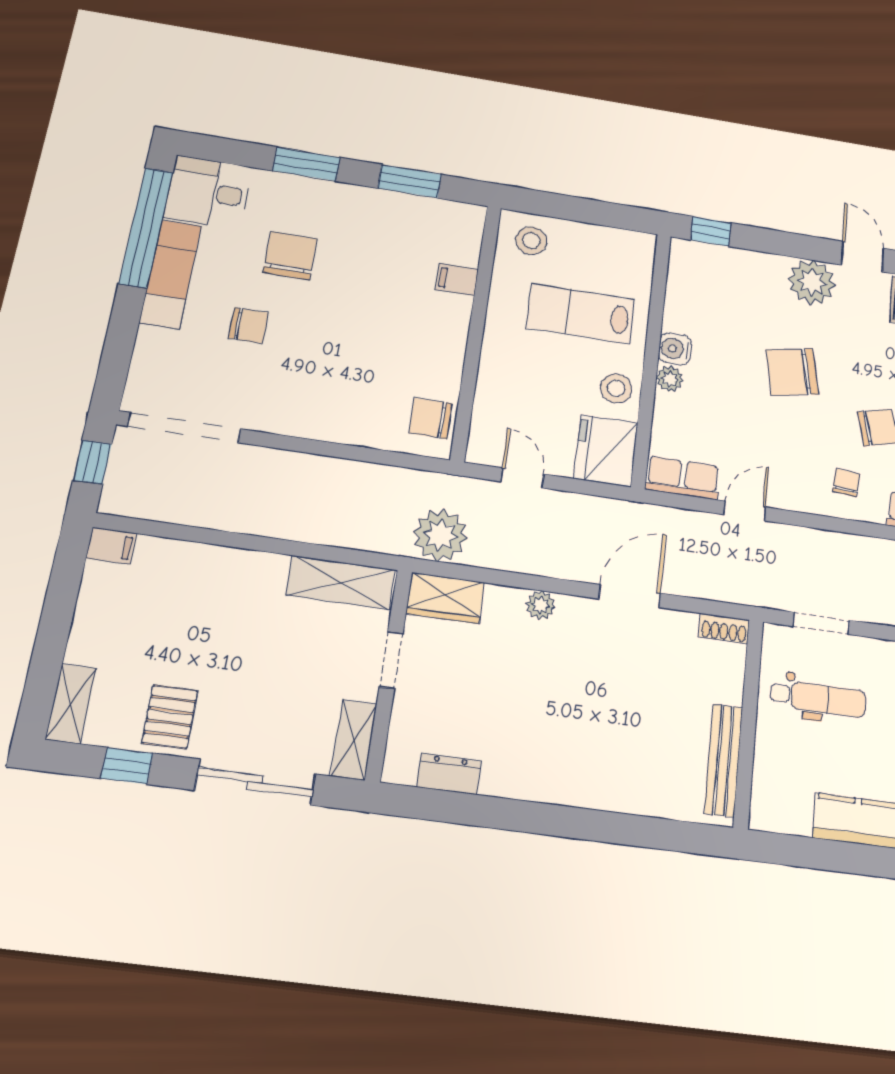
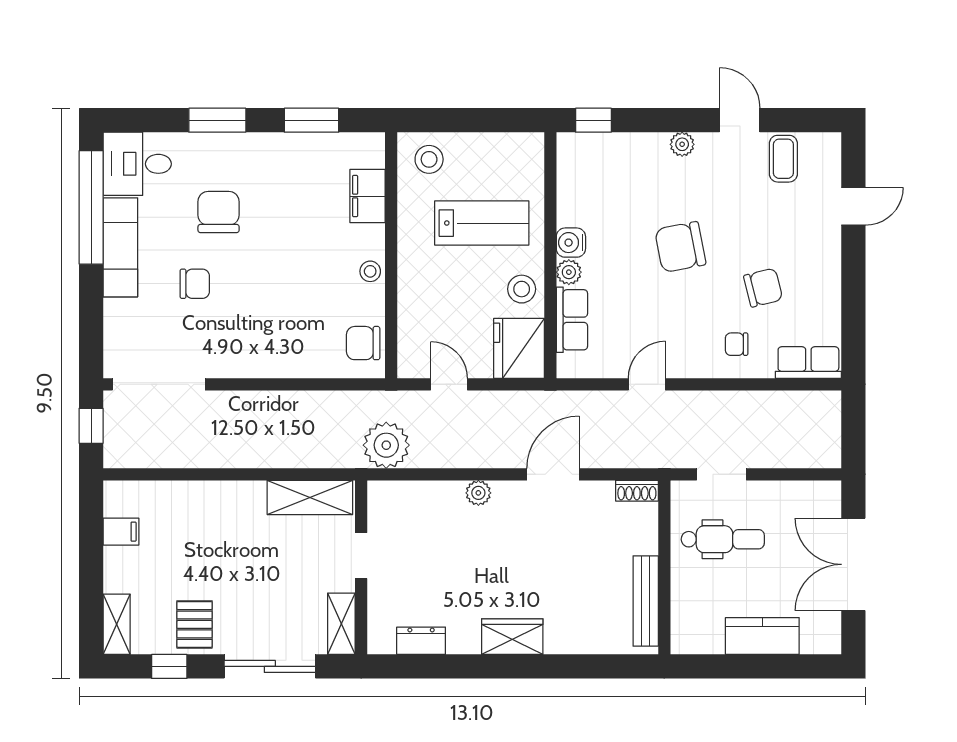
filing cabinet: (457, 279) -> (367, 196), width x2.00
plant: (812, 282) -> (682, 144), width x0.53, depth x0.53
lab bench: (580, 313) -> (482, 223), turned 180
stool: (450, 344) -> (370, 271), added
row of seats: (683, 478) -> (572, 320), moved, turned 90
chair: (846, 483) -> (737, 344), turned -96
filing cabinet: (111, 546) -> (121, 532), moved
wardrobe: (445, 598) -> (512, 637), moved, turned 180

